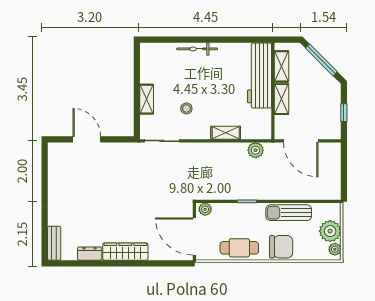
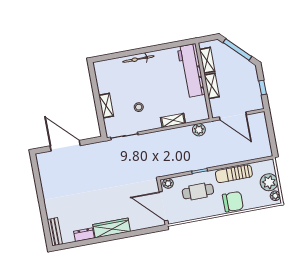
door: (87, 139) -> (65, 146), width x1.36
cafe table: (239, 248) -> (198, 191), moved

